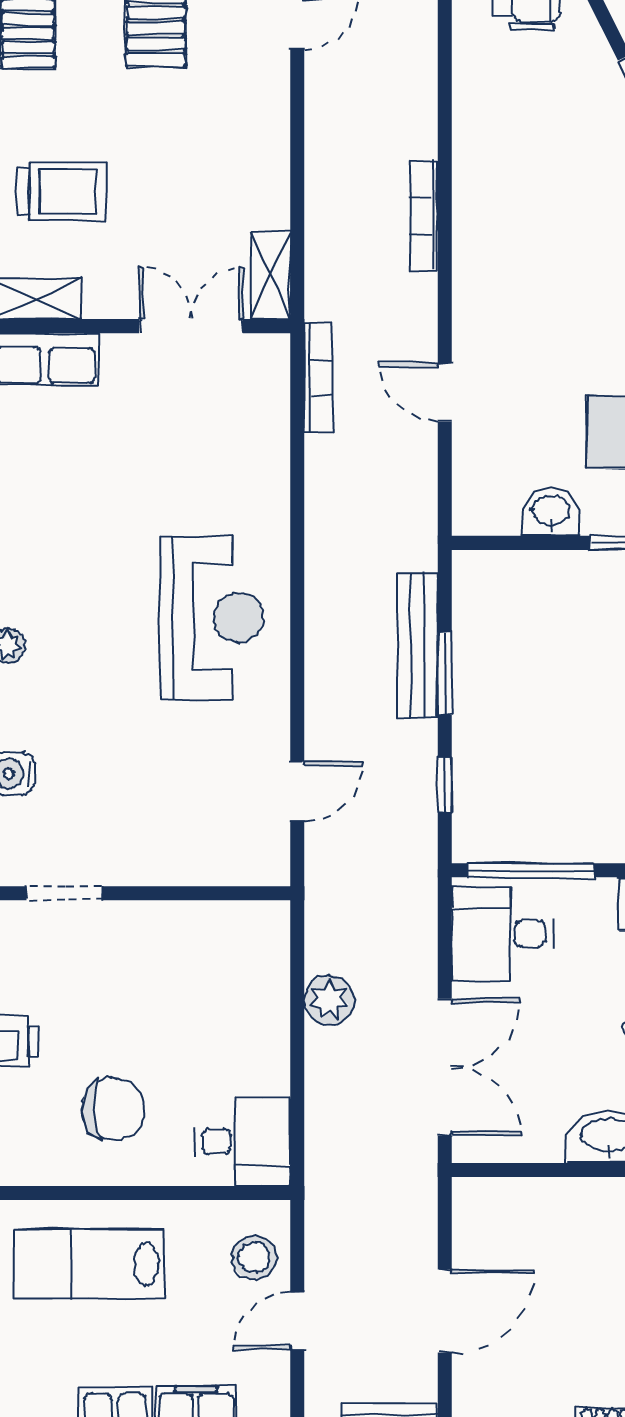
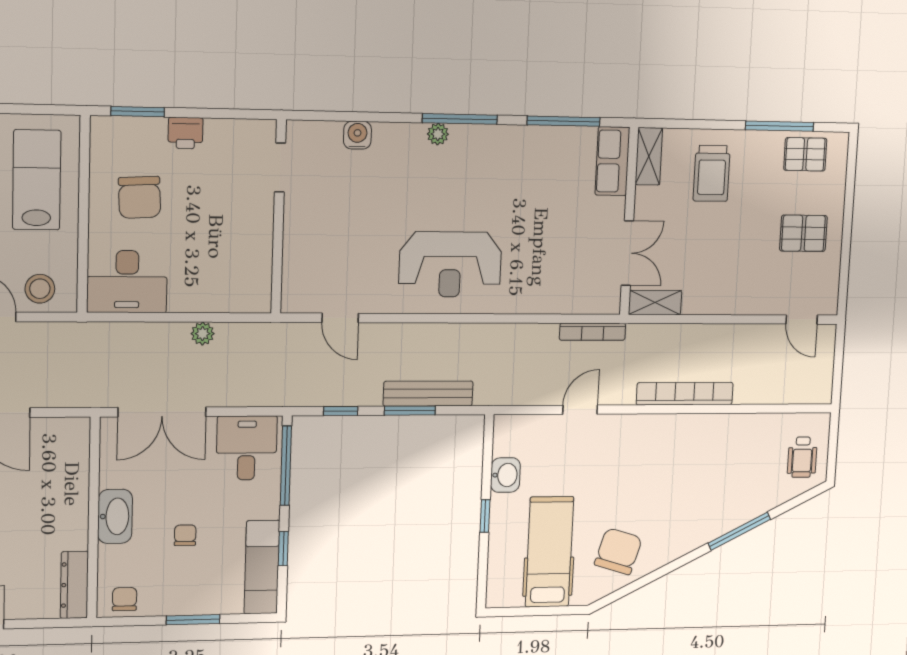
bookcase: (424, 216) -> (685, 394), width x1.48, depth x1.31
plant: (329, 1000) -> (203, 334), width x0.73, depth x0.73
desk: (242, 1142) -> (127, 282), width x1.37

